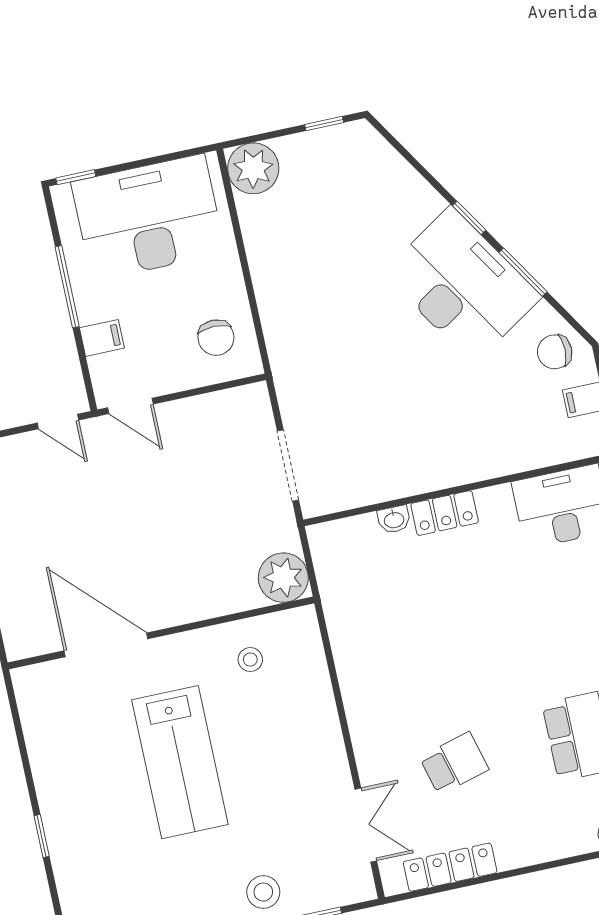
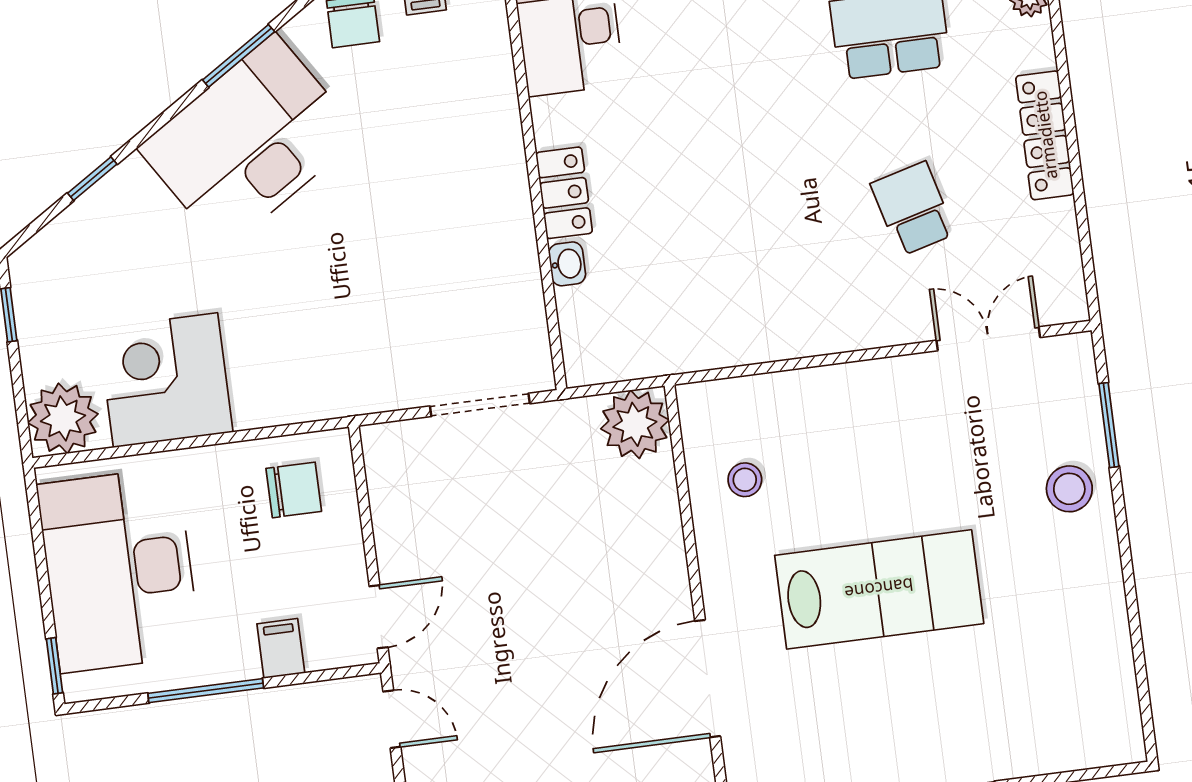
window: (469, 218) -> (92, 179), moved
corner desk: (287, 239) -> (165, 380), added
door: (58, 422) -> (392, 719), hinge flipped
locker: (450, 867) -> (1045, 135), moved

